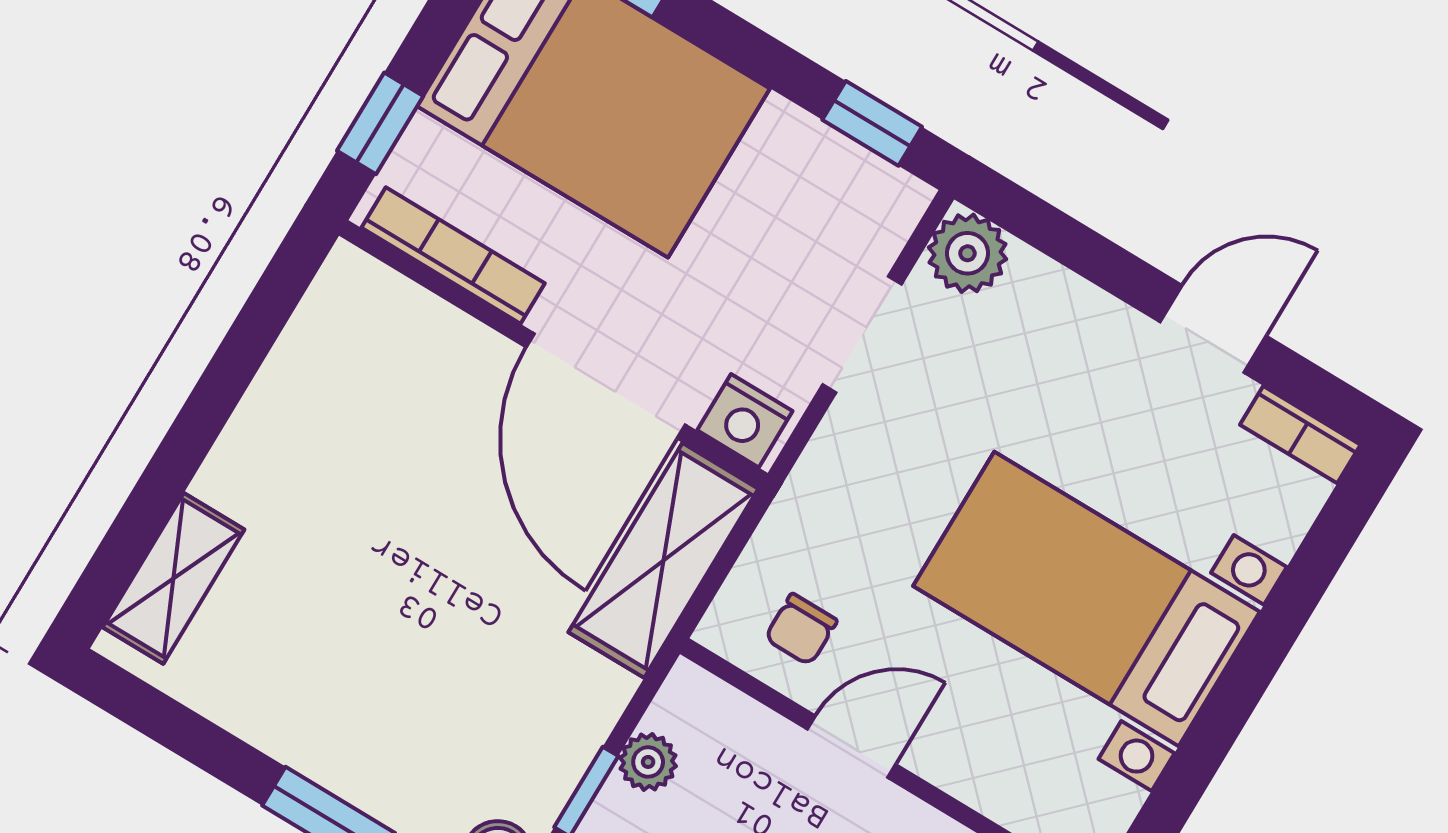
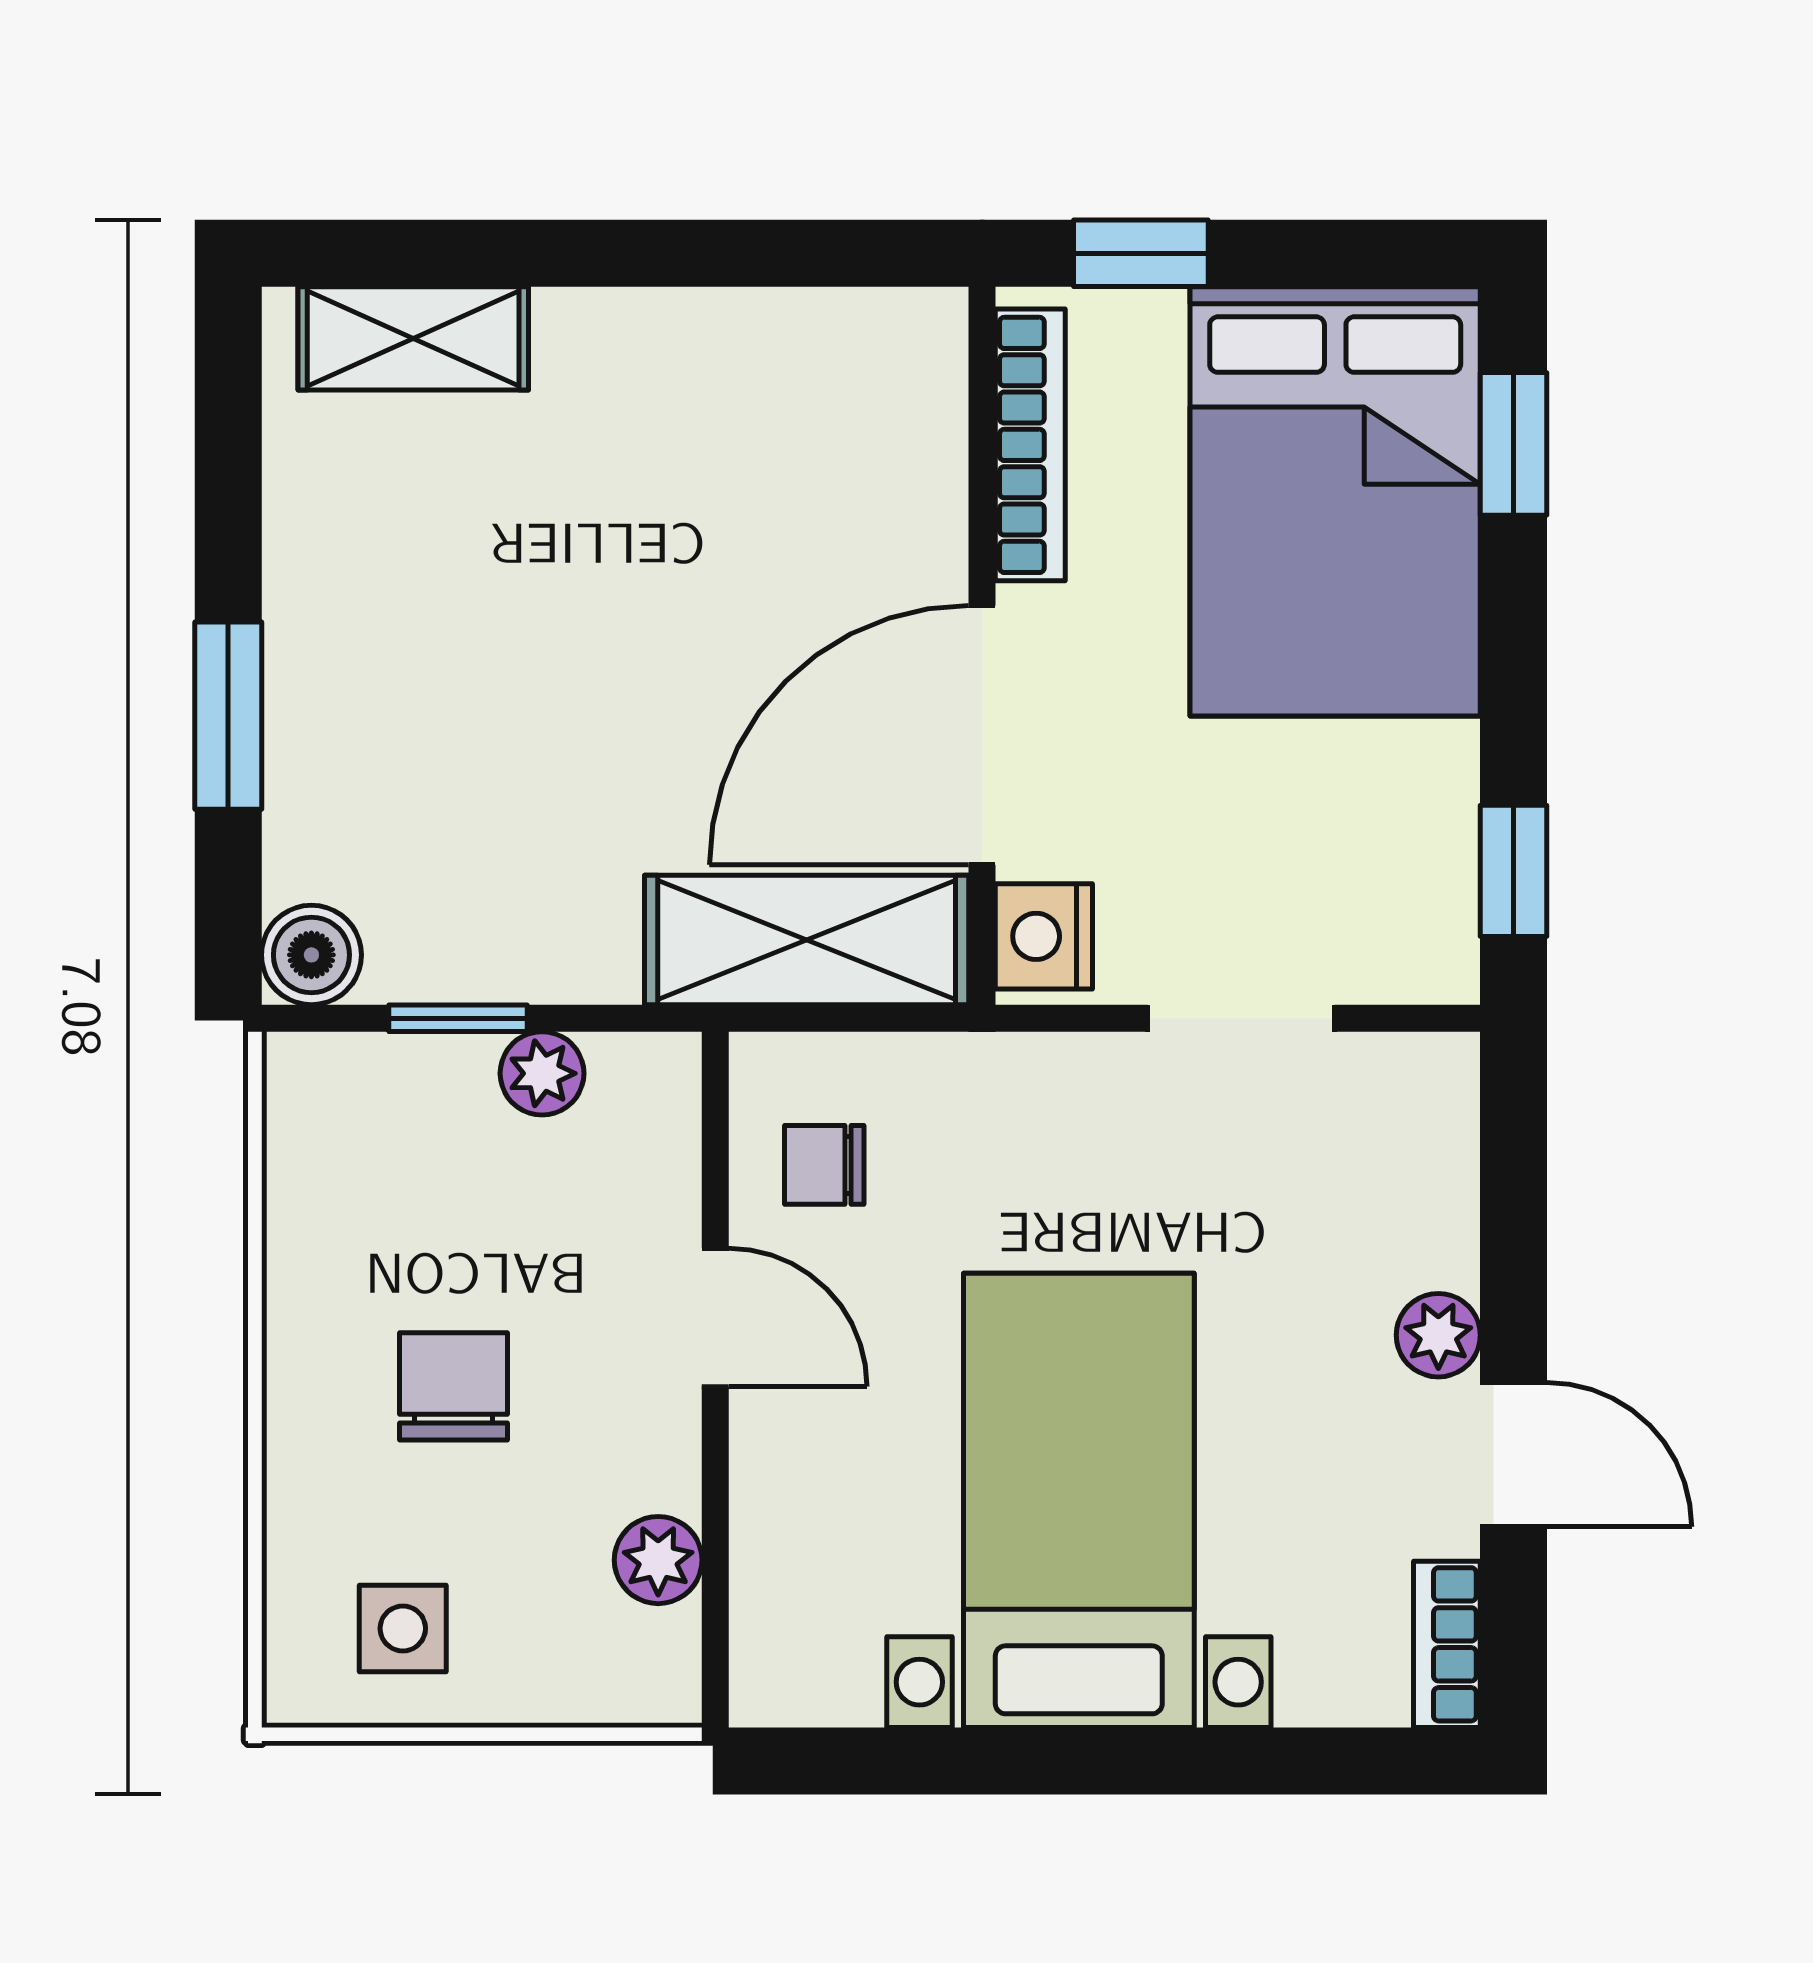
plant: (967, 253) -> (1438, 1335), moved, width x0.73, depth x0.73

